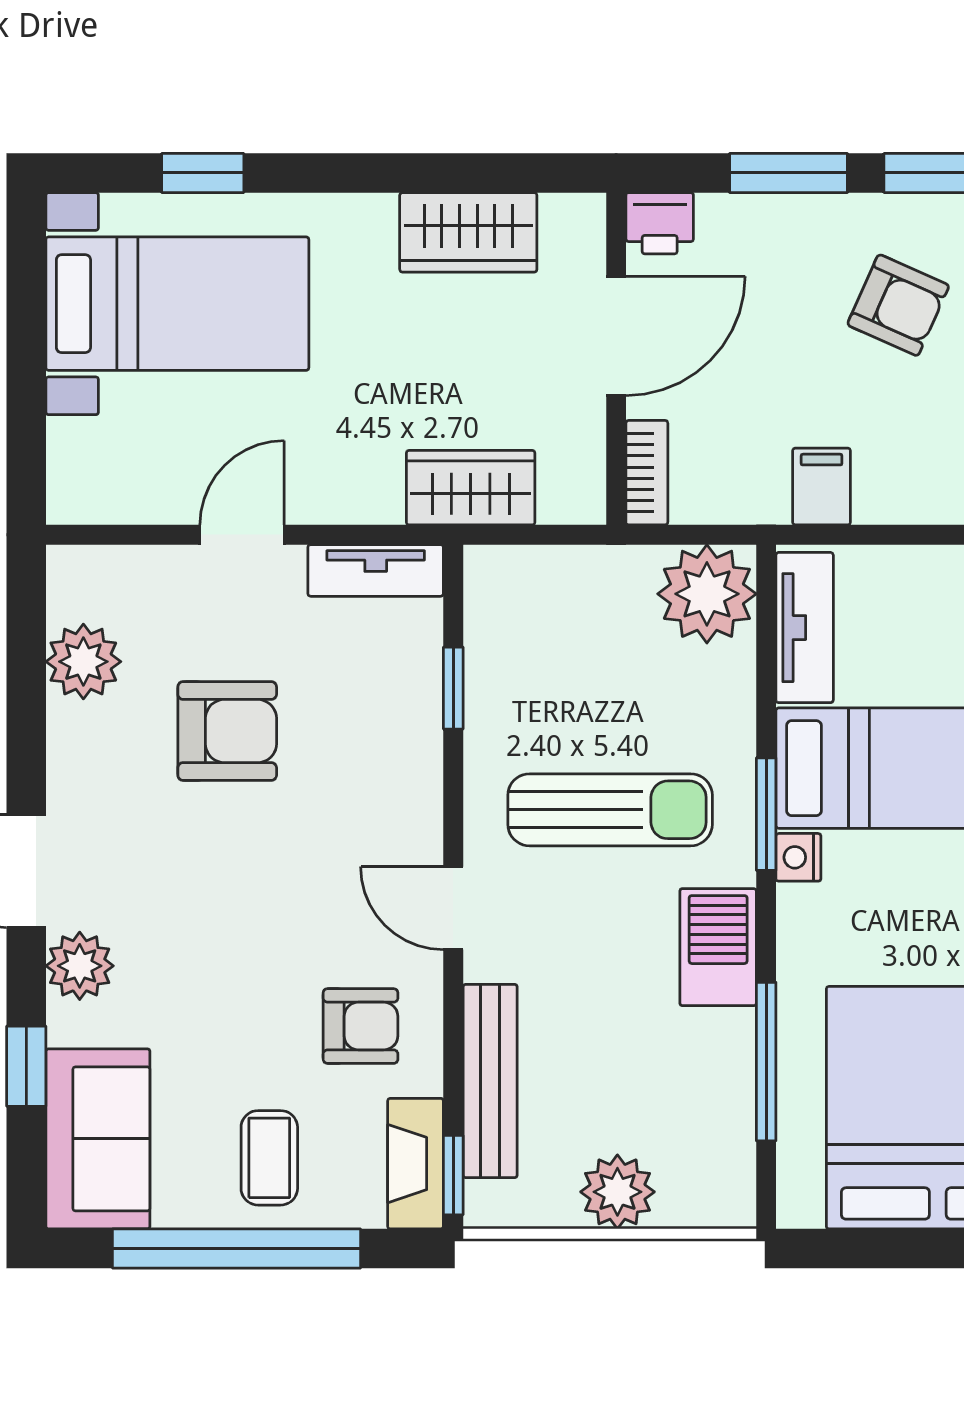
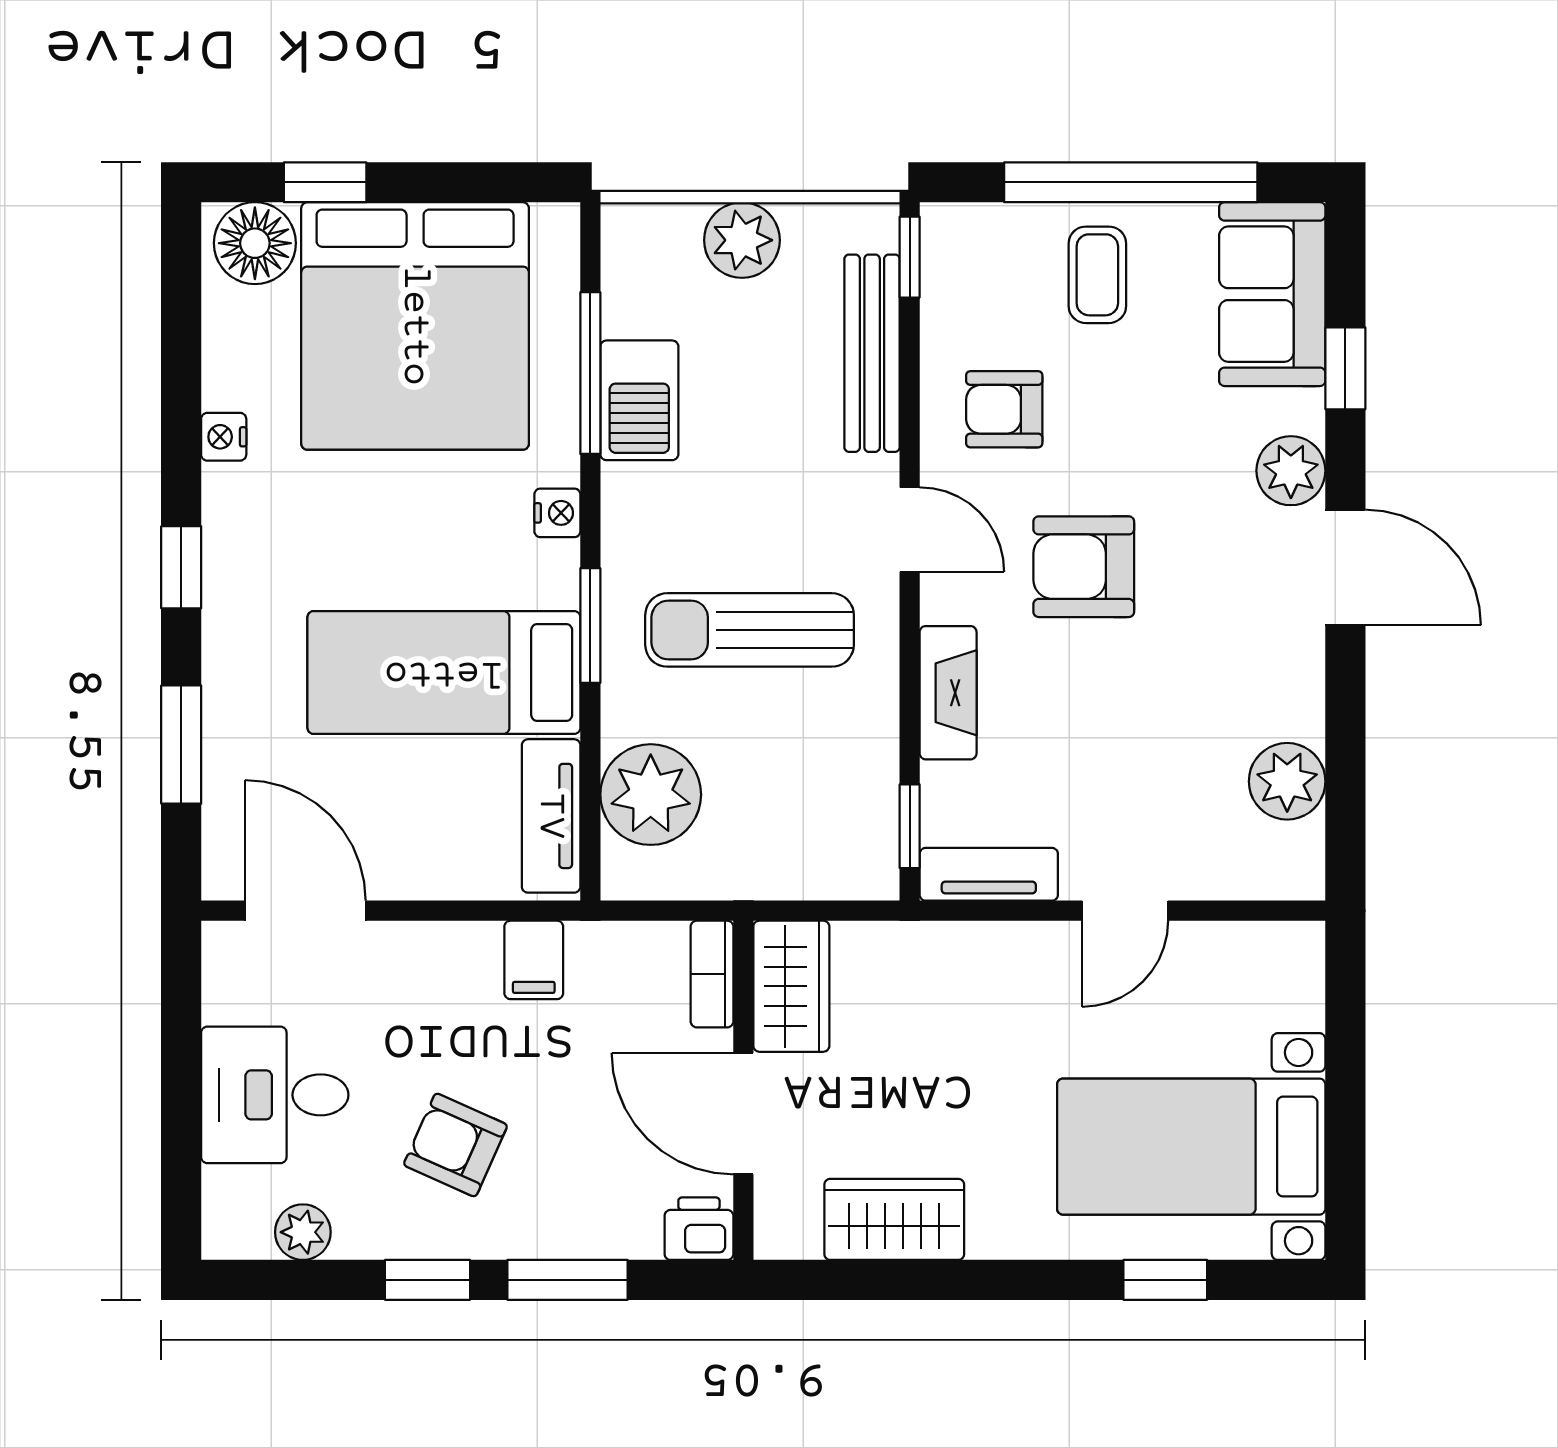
door: (616, 336) -> (743, 1114), hinge flipped
wardrobe: (471, 488) -> (791, 986), moved, turned -90
plant: (707, 594) -> (651, 795), moved
window: (453, 688) -> (910, 826), moved
armchair: (227, 731) -> (1084, 567), moved
nightstand: (798, 857) -> (557, 513), moved
barbecue: (718, 947) -> (639, 400), moved
fireplace: (416, 1164) -> (948, 693), moved

